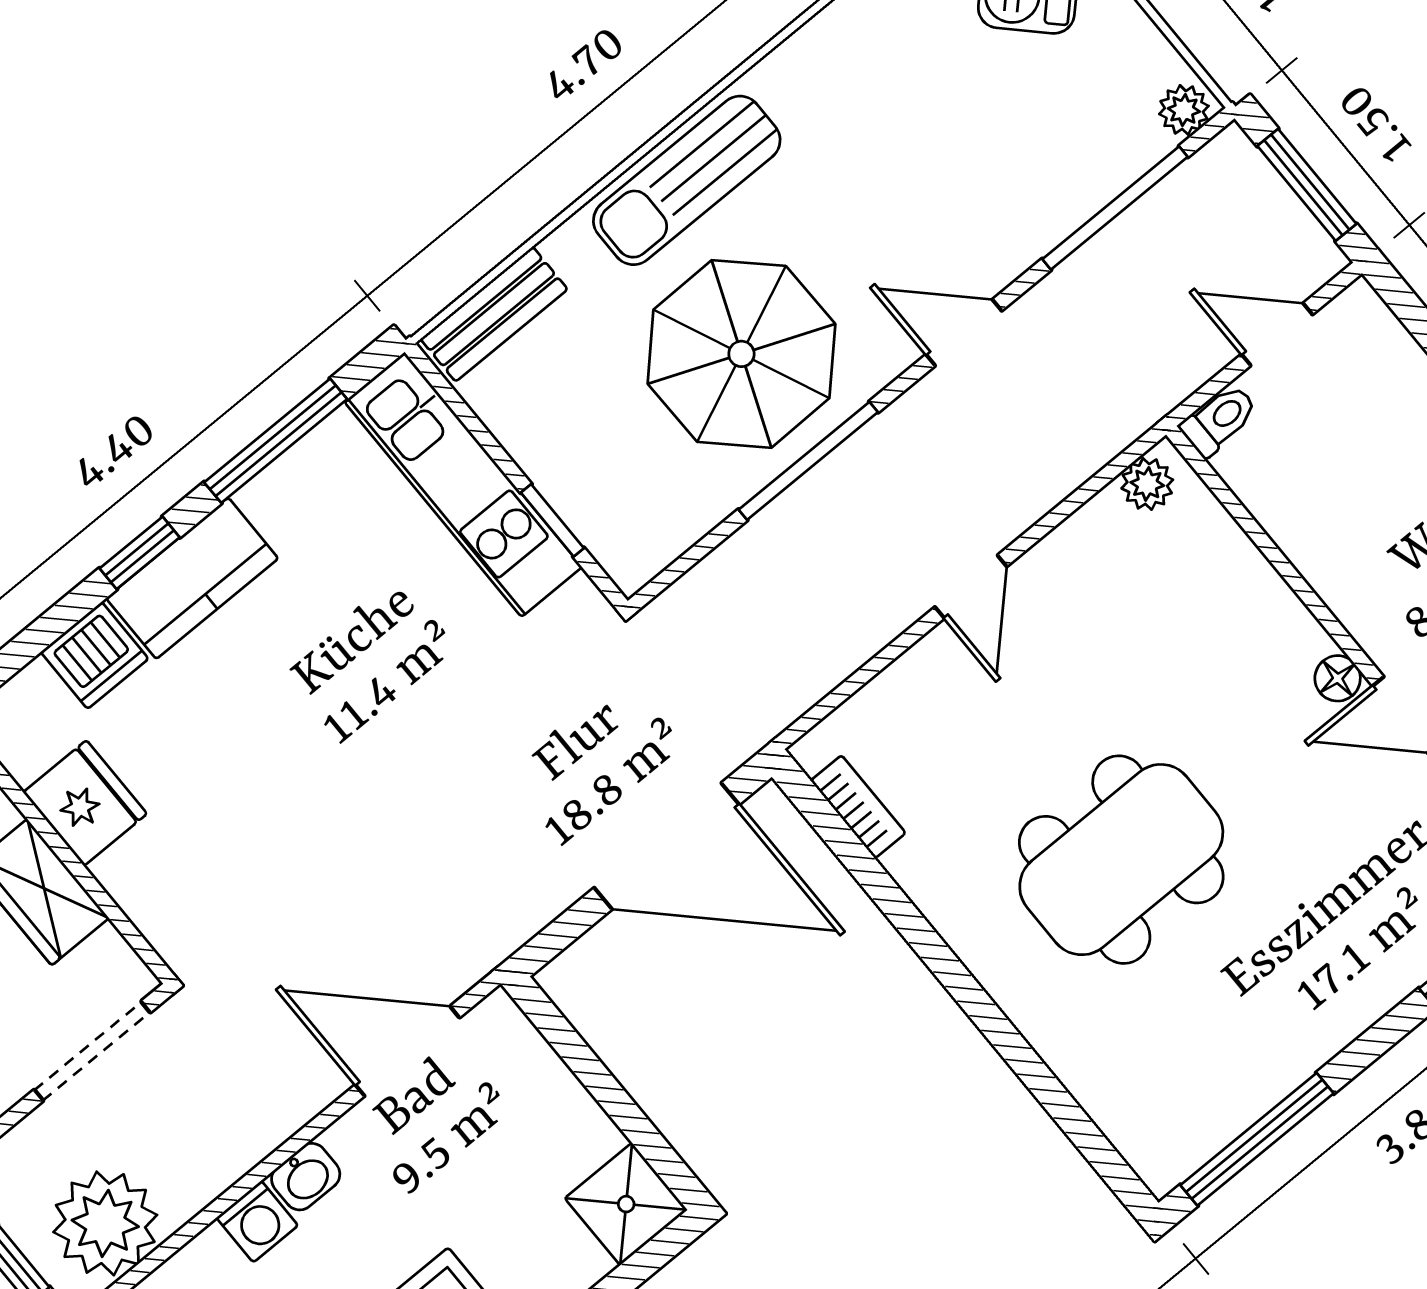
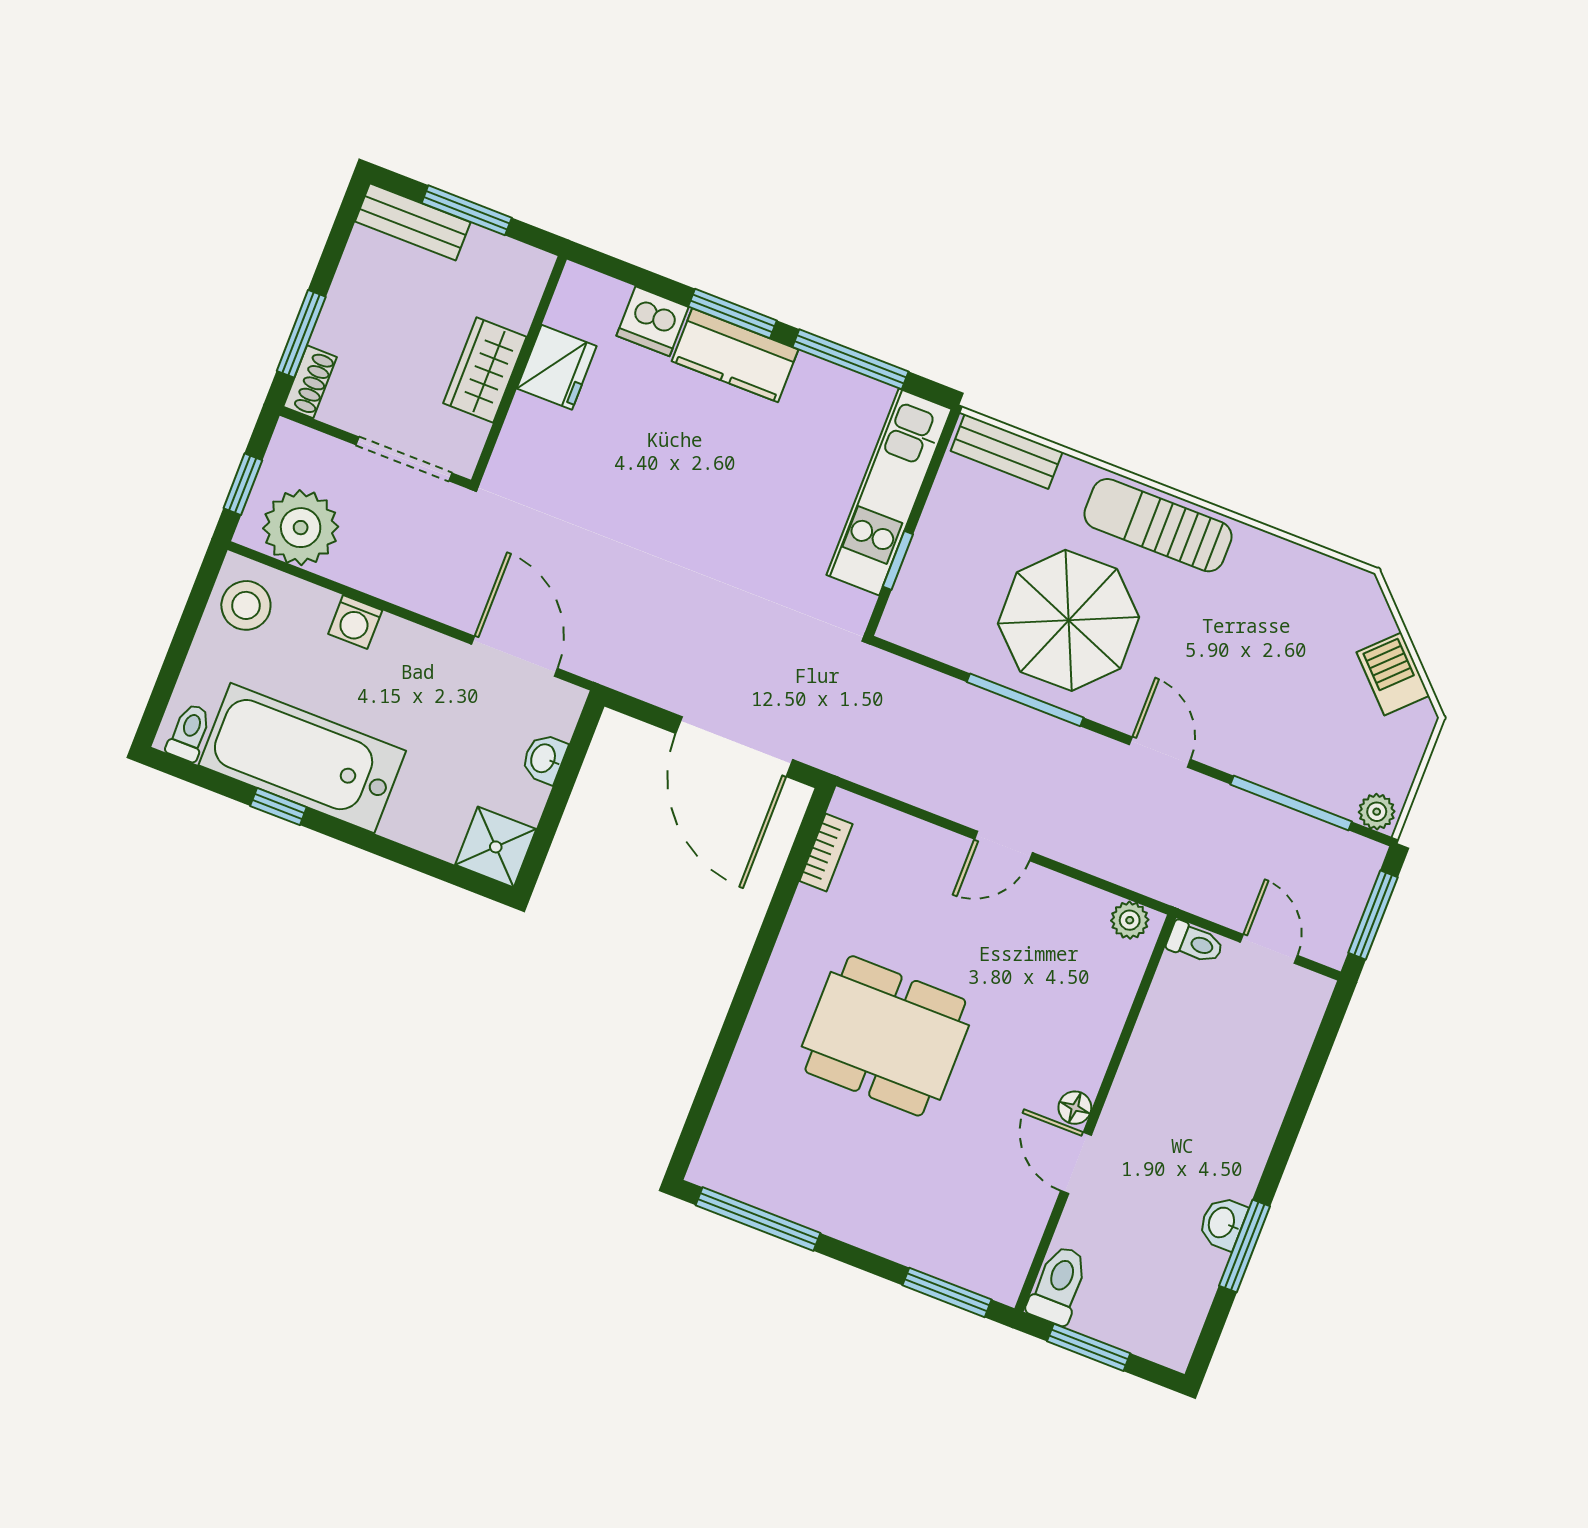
window: (140, 553) -> (733, 313), width x1.50
washbasin: (306, 1177) -> (544, 759), moved, turned 90

